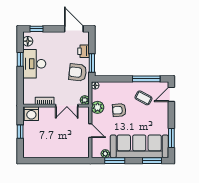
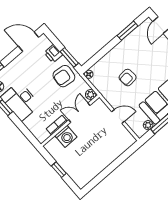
window: (146, 79) -> (127, 31), width x0.69
coffee table: (143, 98) -> (139, 49), removed
double door: (67, 106) -> (79, 113), swing flipped
plant: (98, 107) -> (107, 91), removed
washing machine: (31, 114) -> (66, 136), moved

